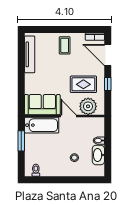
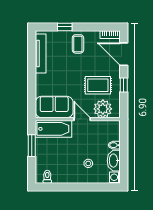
window: (52, 29) -> (65, 27), added
washing machine: (99, 171) -> (115, 177), added

